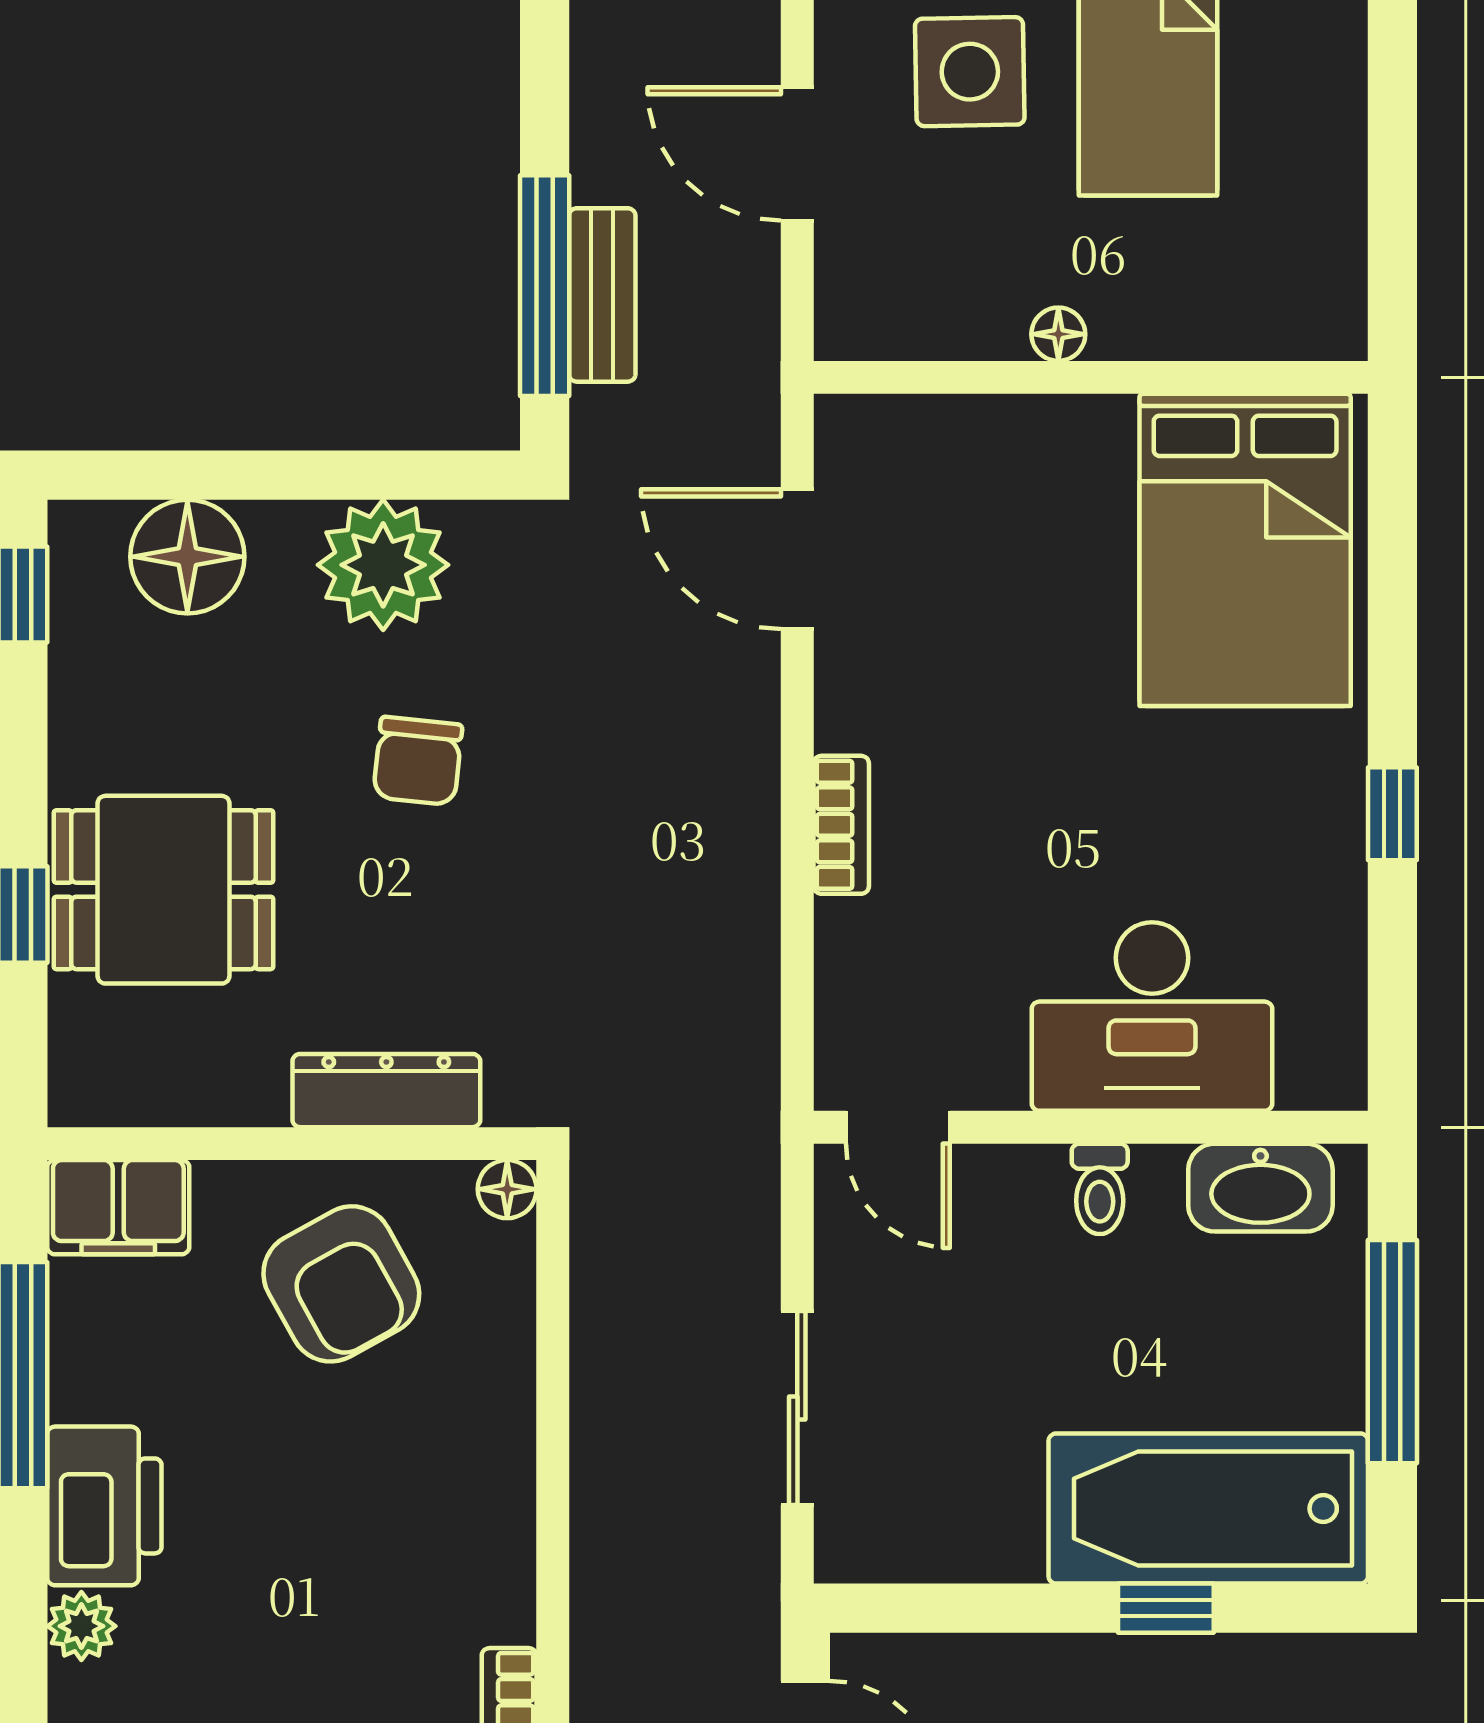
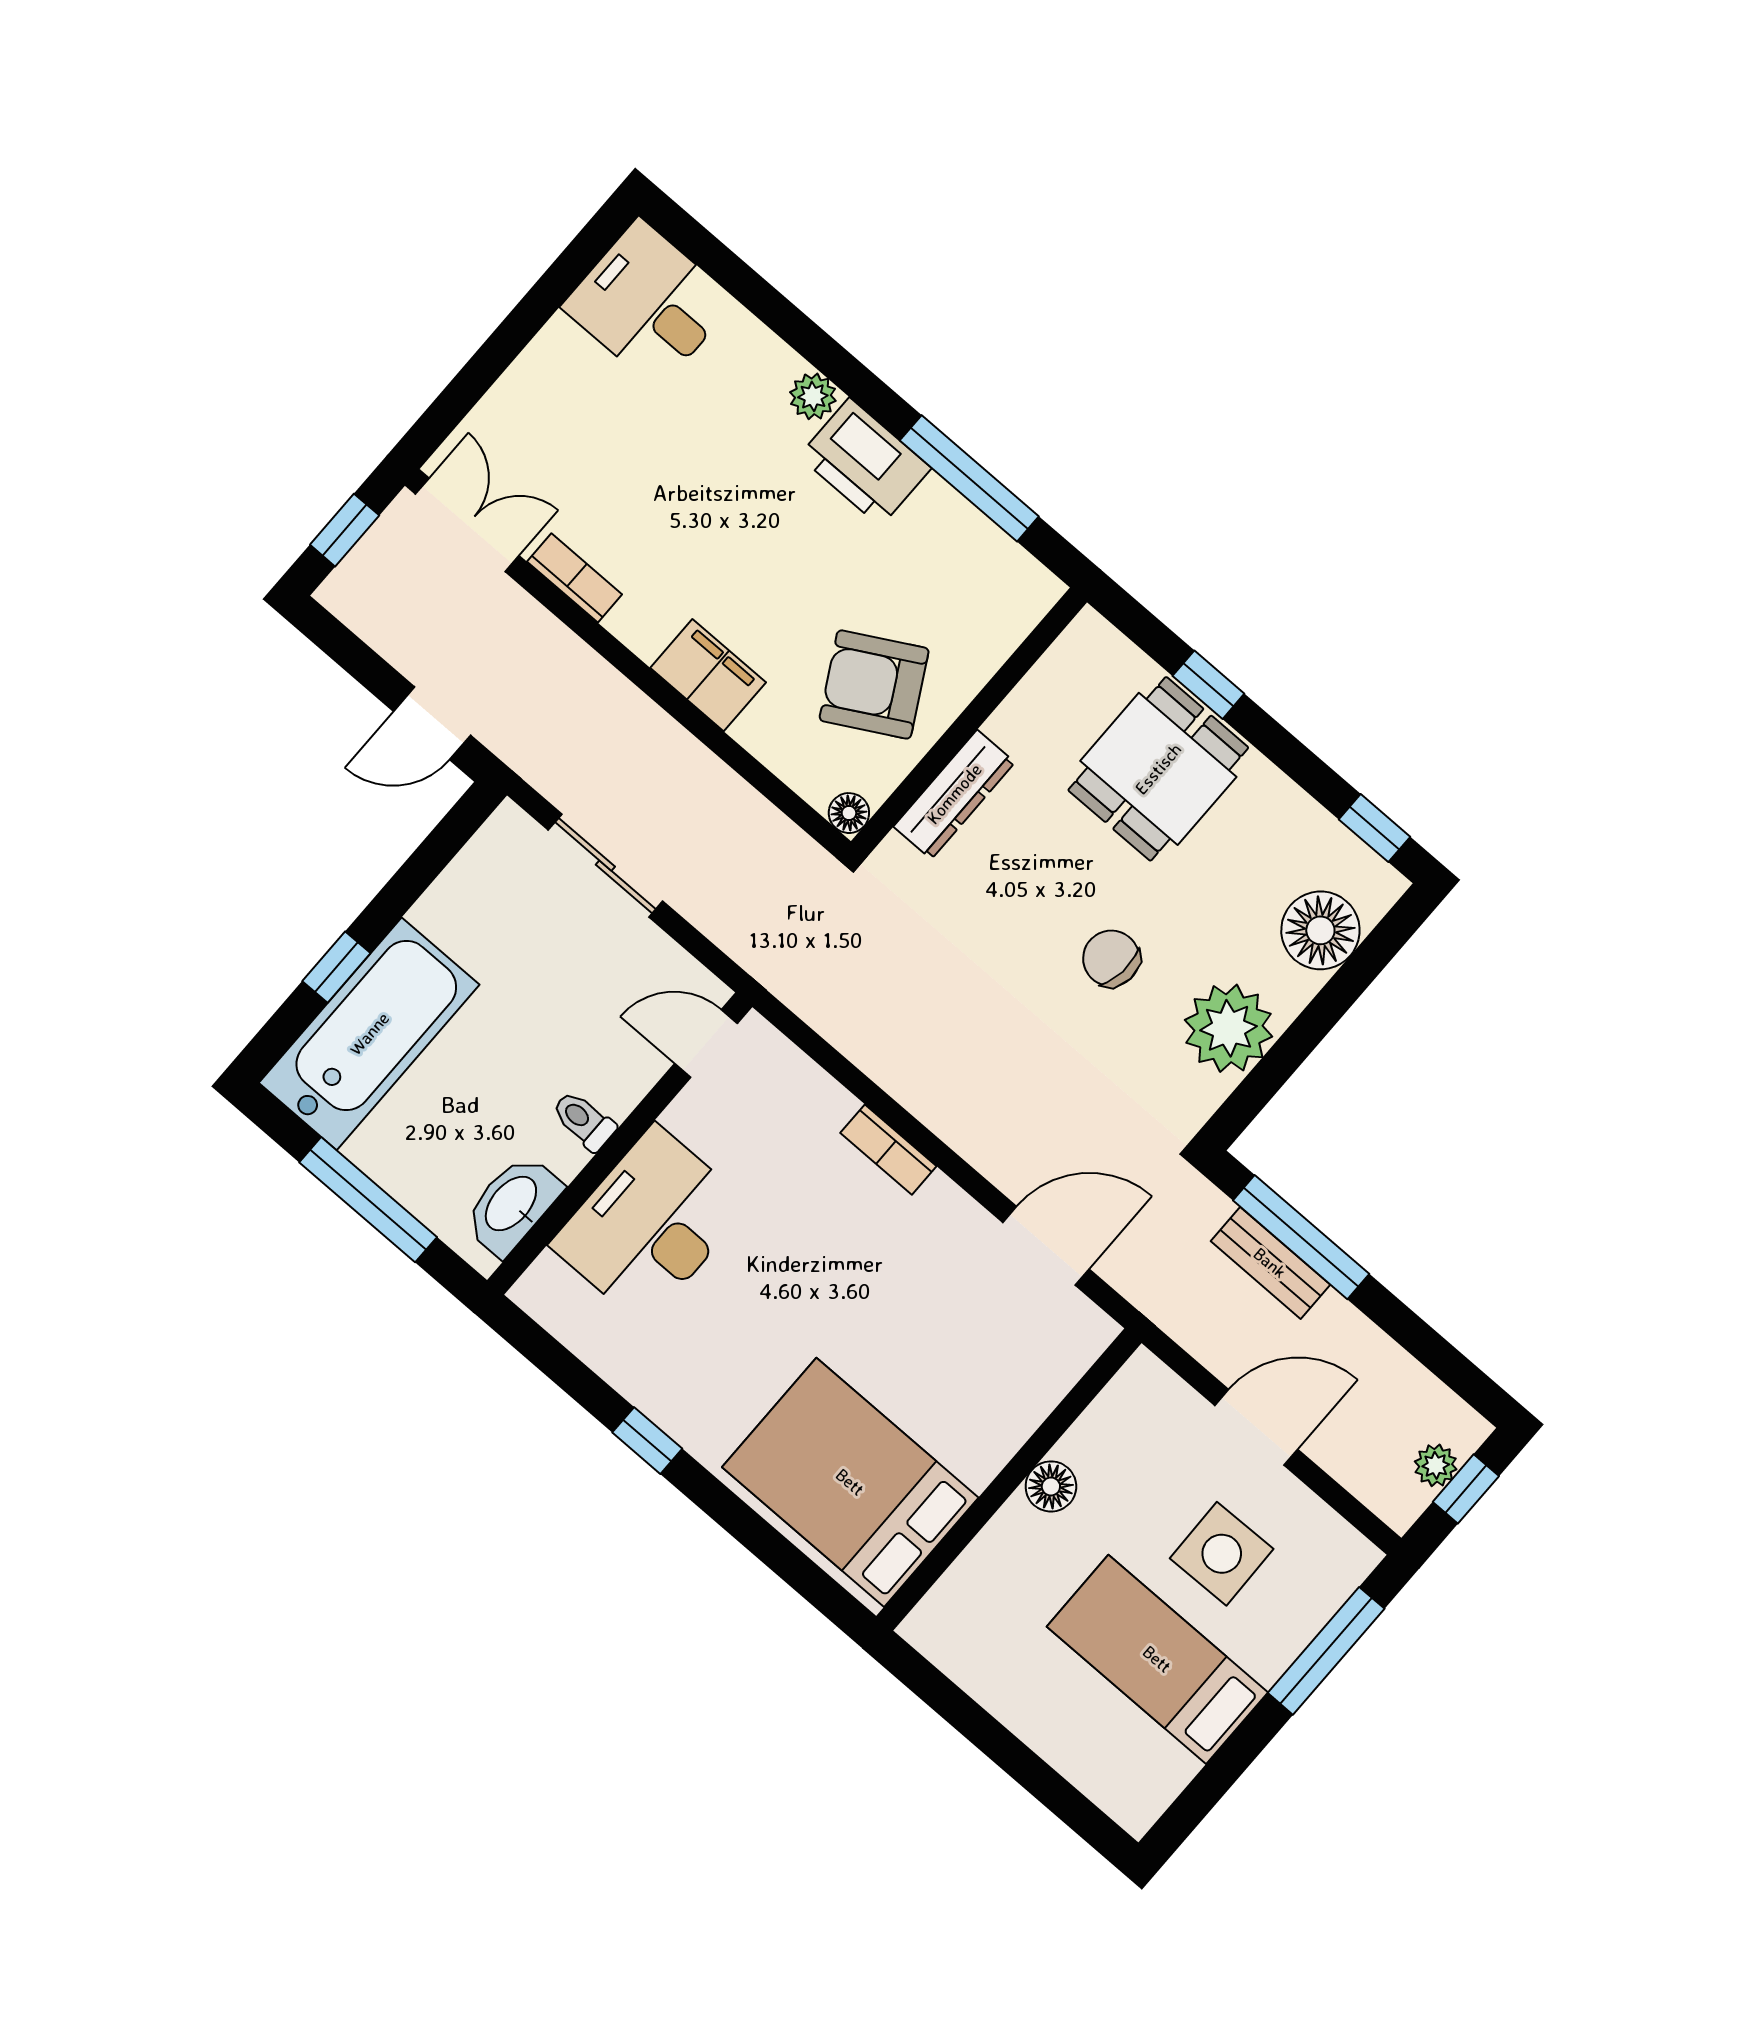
floor lamp: (1058, 334) -> (1051, 1486), width x1.37, depth x1.37
filing cabinet: (118, 1207) -> (708, 675), moved, turned 90

